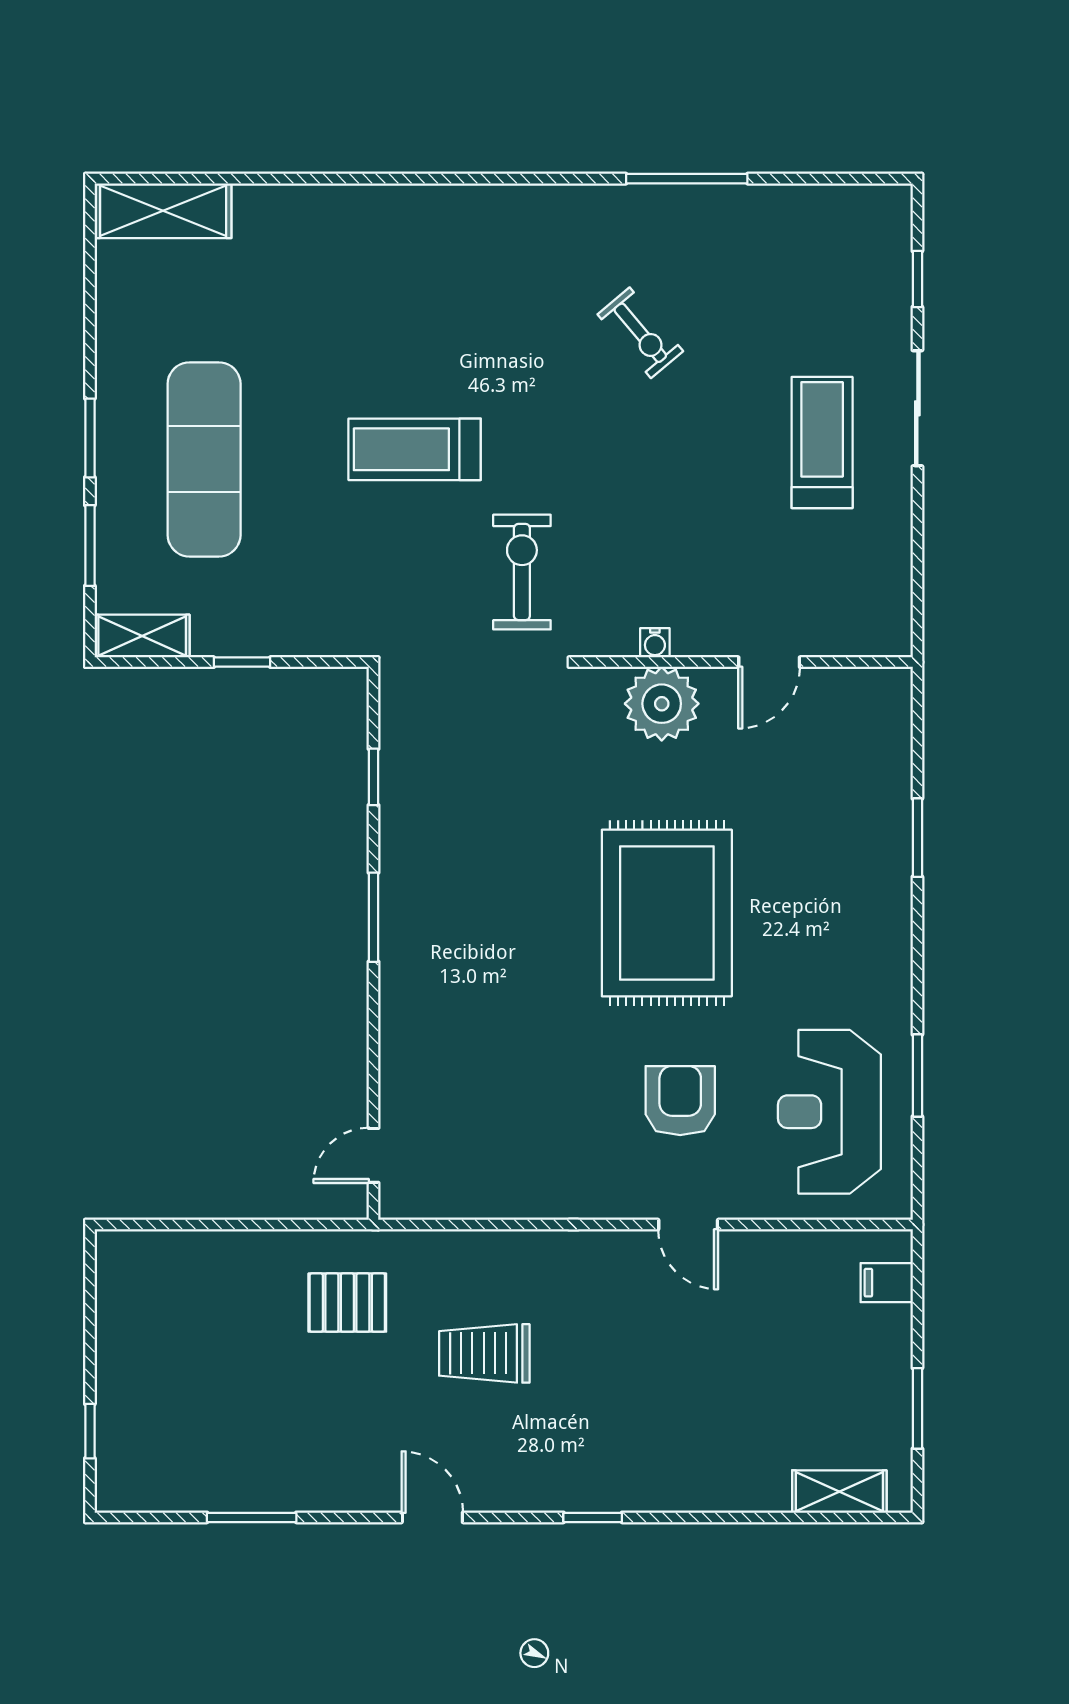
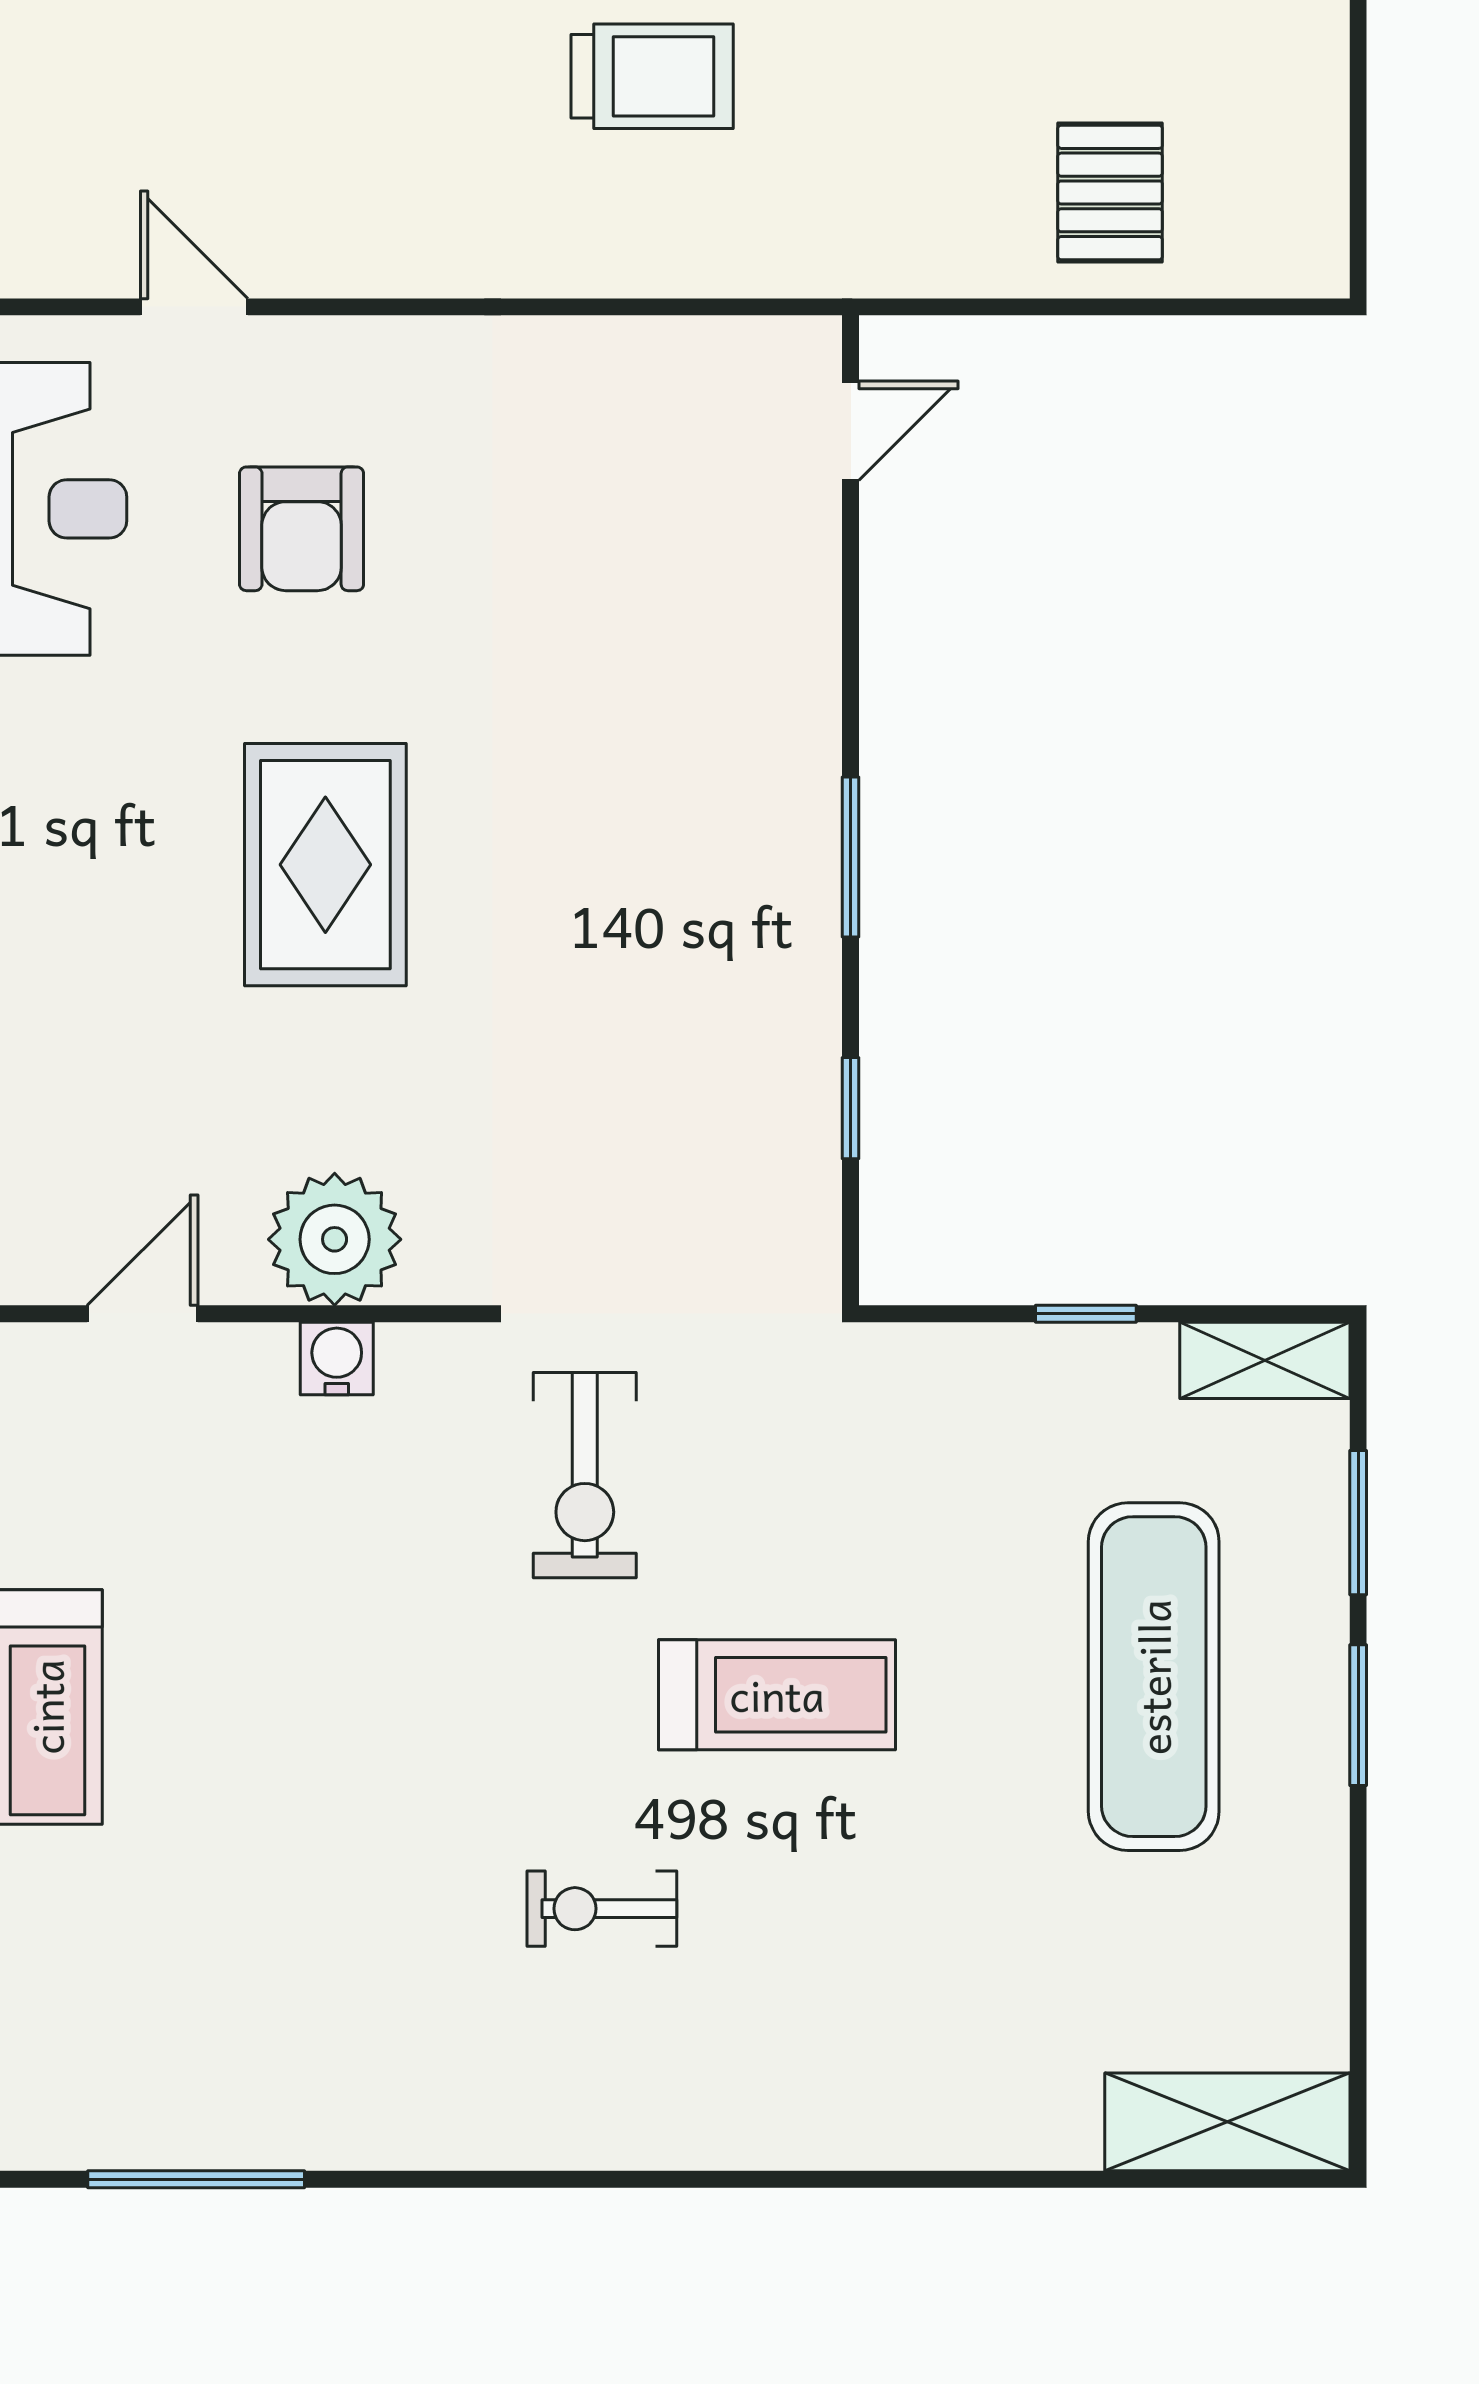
window: (687, 179) -> (196, 2179), moved
exercise bike: (640, 333) -> (602, 1909), moved, turned -50
water cooler: (655, 643) -> (337, 1359), width x1.38, depth x1.38
rug: (667, 913) -> (325, 865), width x0.73, depth x0.69
door: (688, 1225) -> (194, 307), moved
pallet: (347, 1303) -> (1110, 192), moved, turned 90

